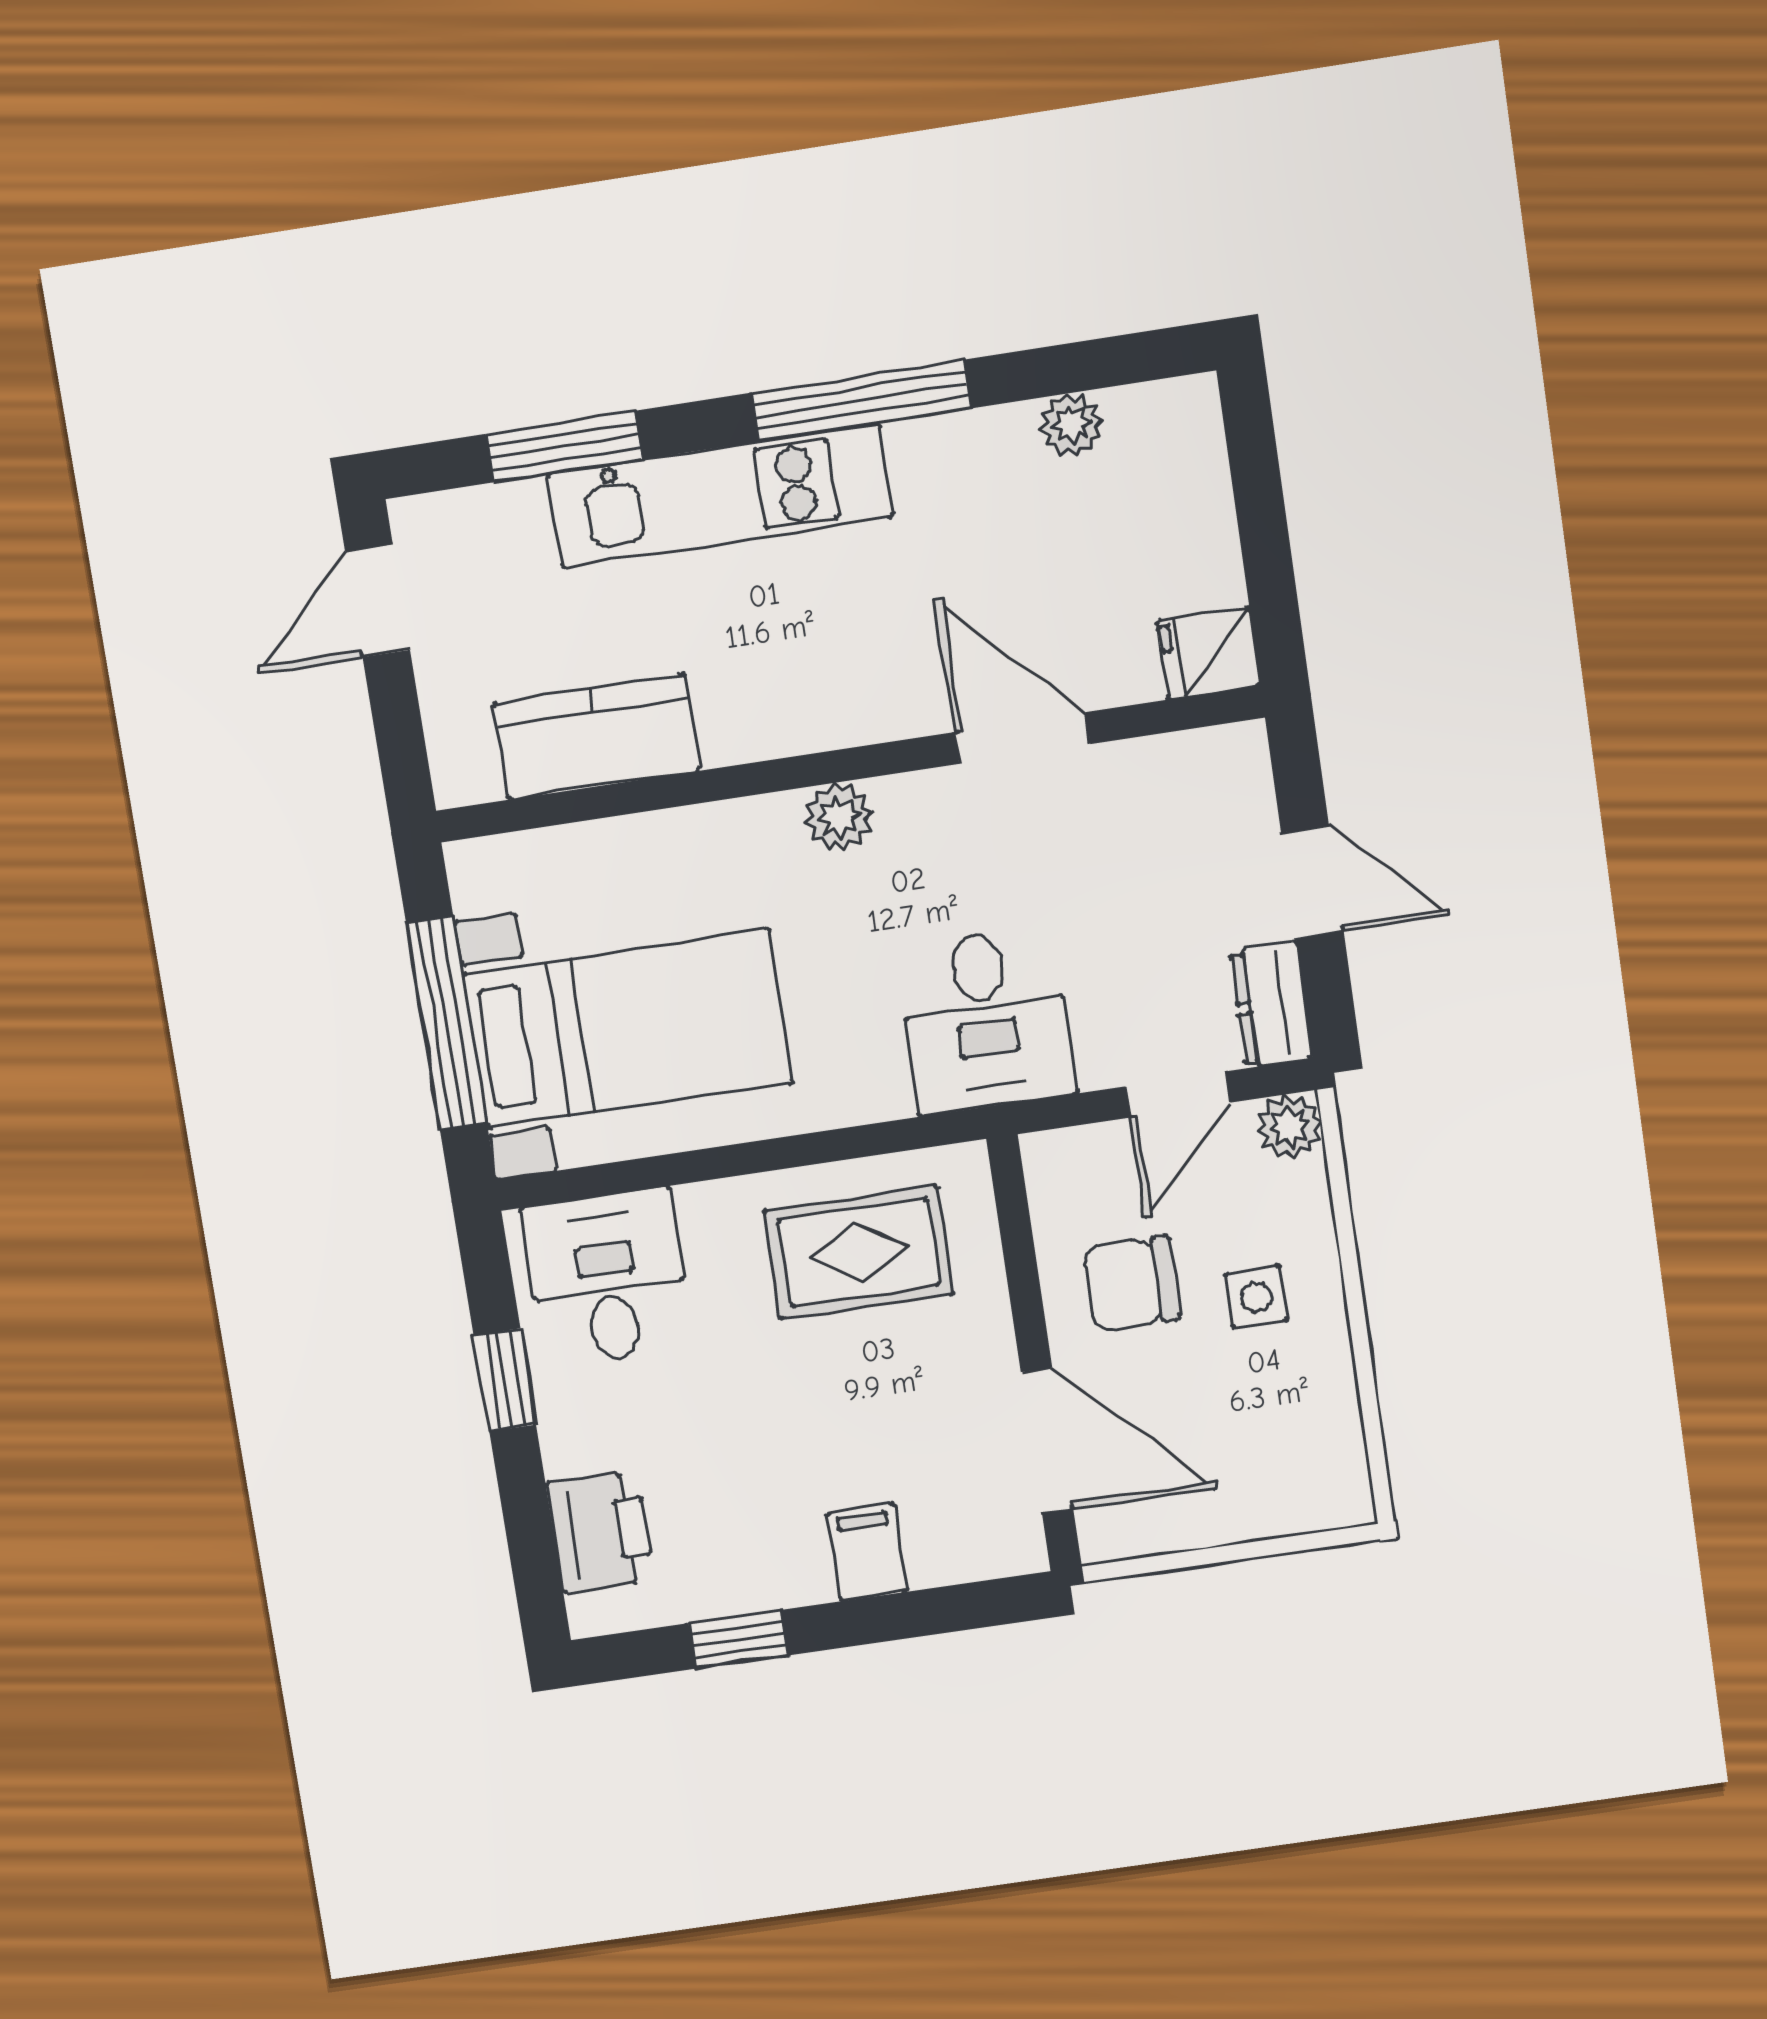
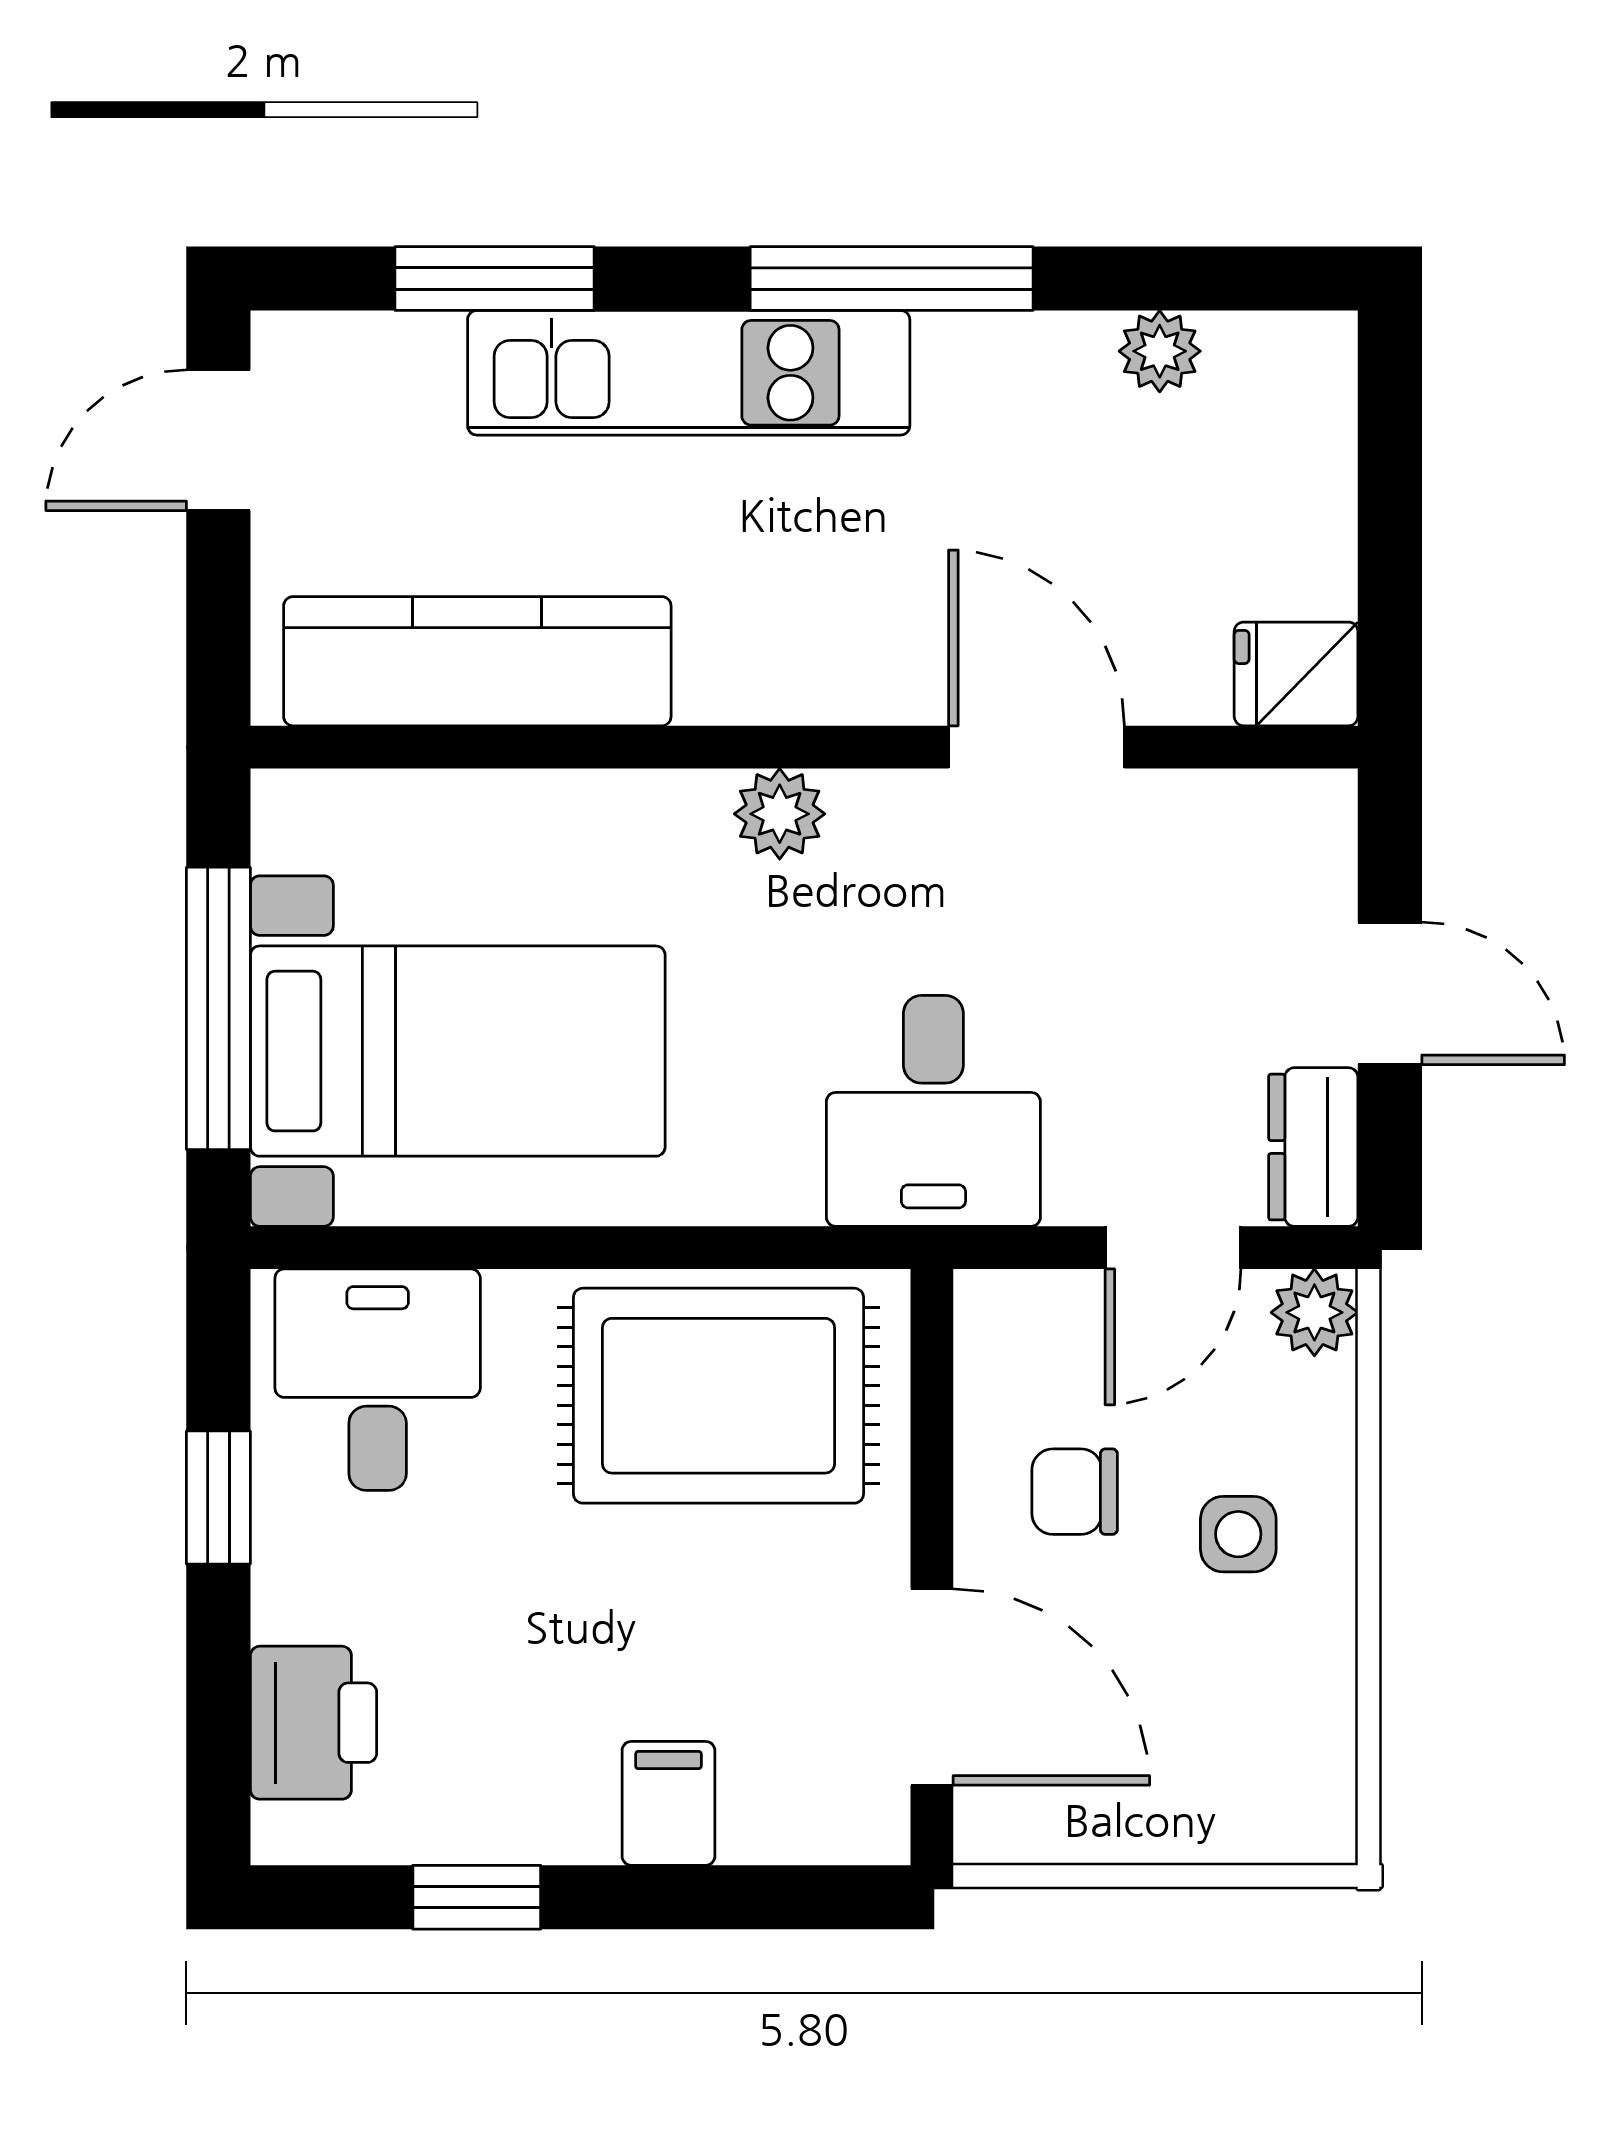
kitchen counter: (596, 737) -> (477, 661), width x1.50
rug: (859, 1252) -> (719, 1396), width x1.36, depth x1.43
chair: (1131, 1284) -> (1075, 1492), width x0.73, depth x0.73

